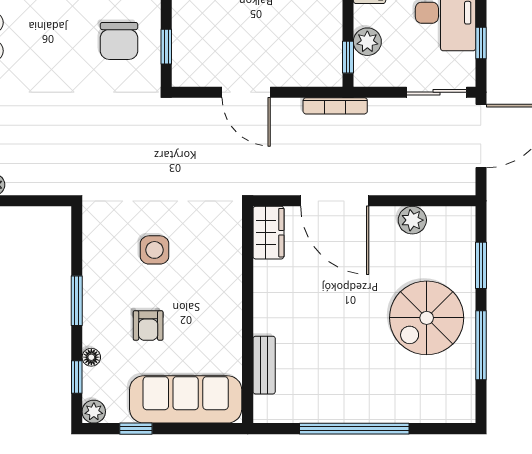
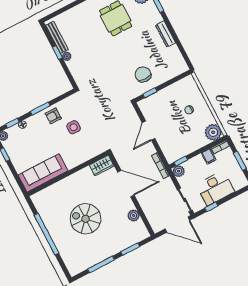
chair: (119, 41) -> (143, 74), turned 90
plant: (367, 42) -> (179, 171), moved
door: (335, 201) -> (126, 184), swing flipped
spiral stairs: (427, 318) -> (86, 219), moved
armchair: (148, 325) -> (53, 116), moved
bench: (264, 365) -> (52, 189), removed
sofa: (186, 399) -> (43, 173), moved, turned -90

